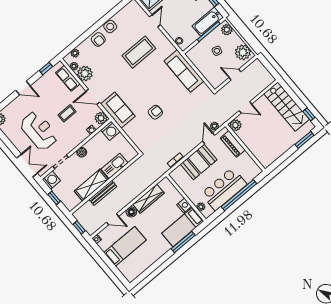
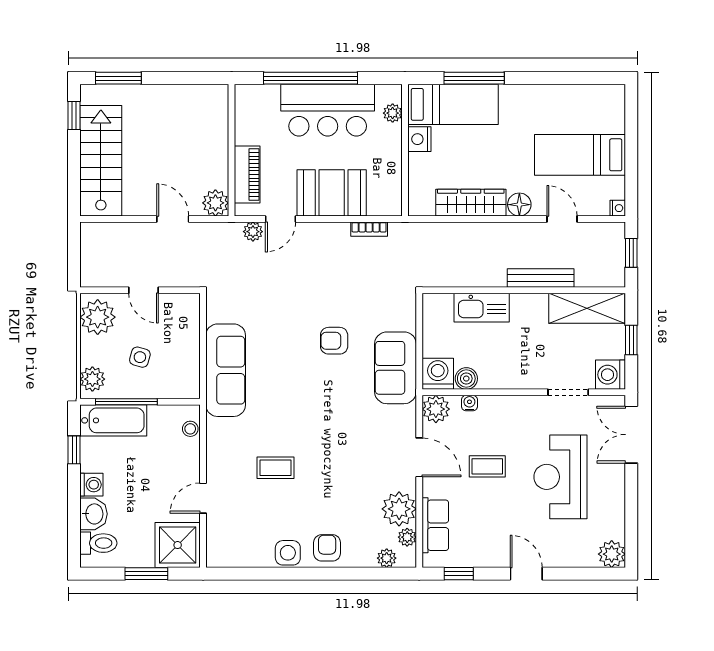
coffee table: (139, 52) -> (276, 468), width x0.54, depth x0.58
sofa: (118, 110) -> (395, 368), moved
boiler: (82, 152) -> (466, 379), moved
shelving: (91, 185) -> (587, 308), moved

